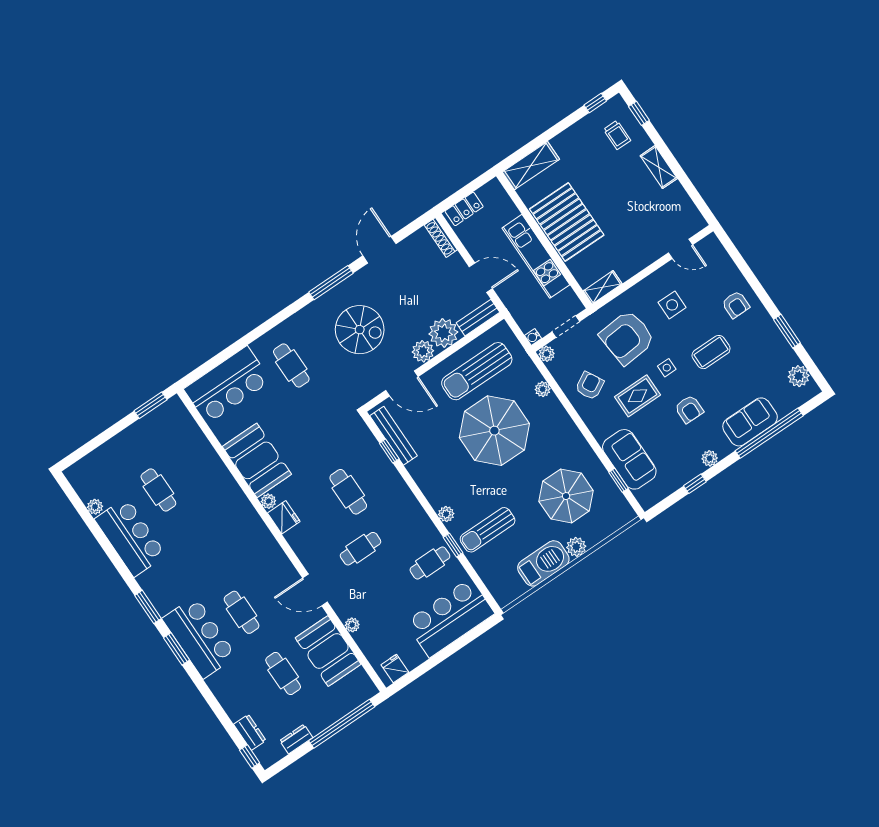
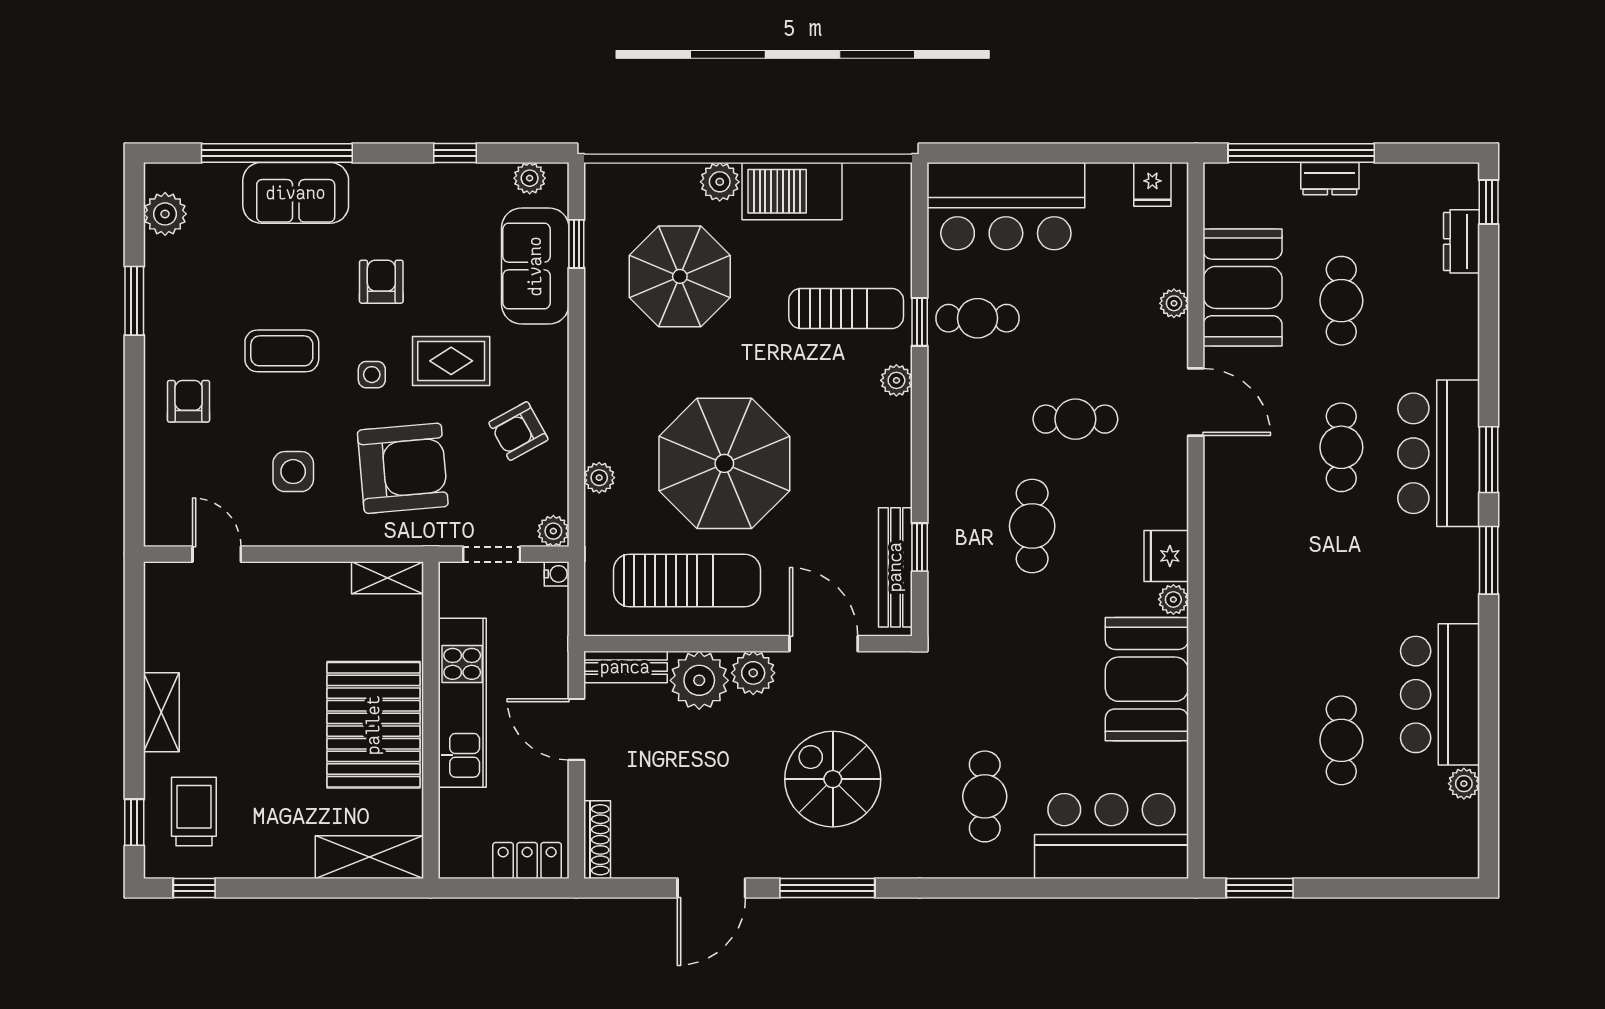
trolley: (617, 135) -> (194, 812), width x1.36, depth x1.39
plant: (710, 458) -> (530, 178), moved
dresser: (296, 739) -> (1330, 179), moved

